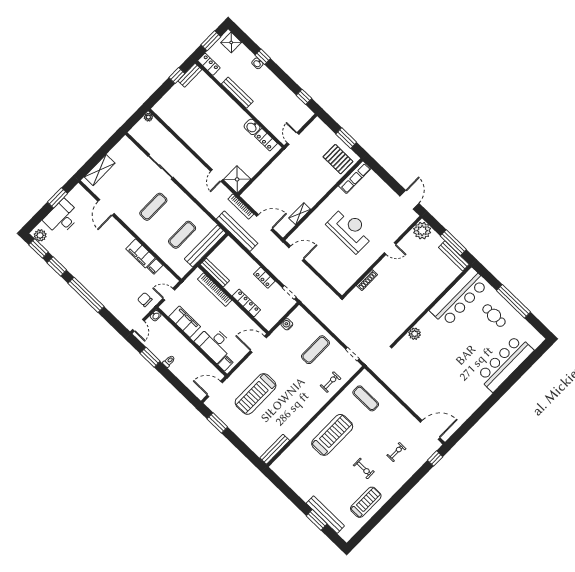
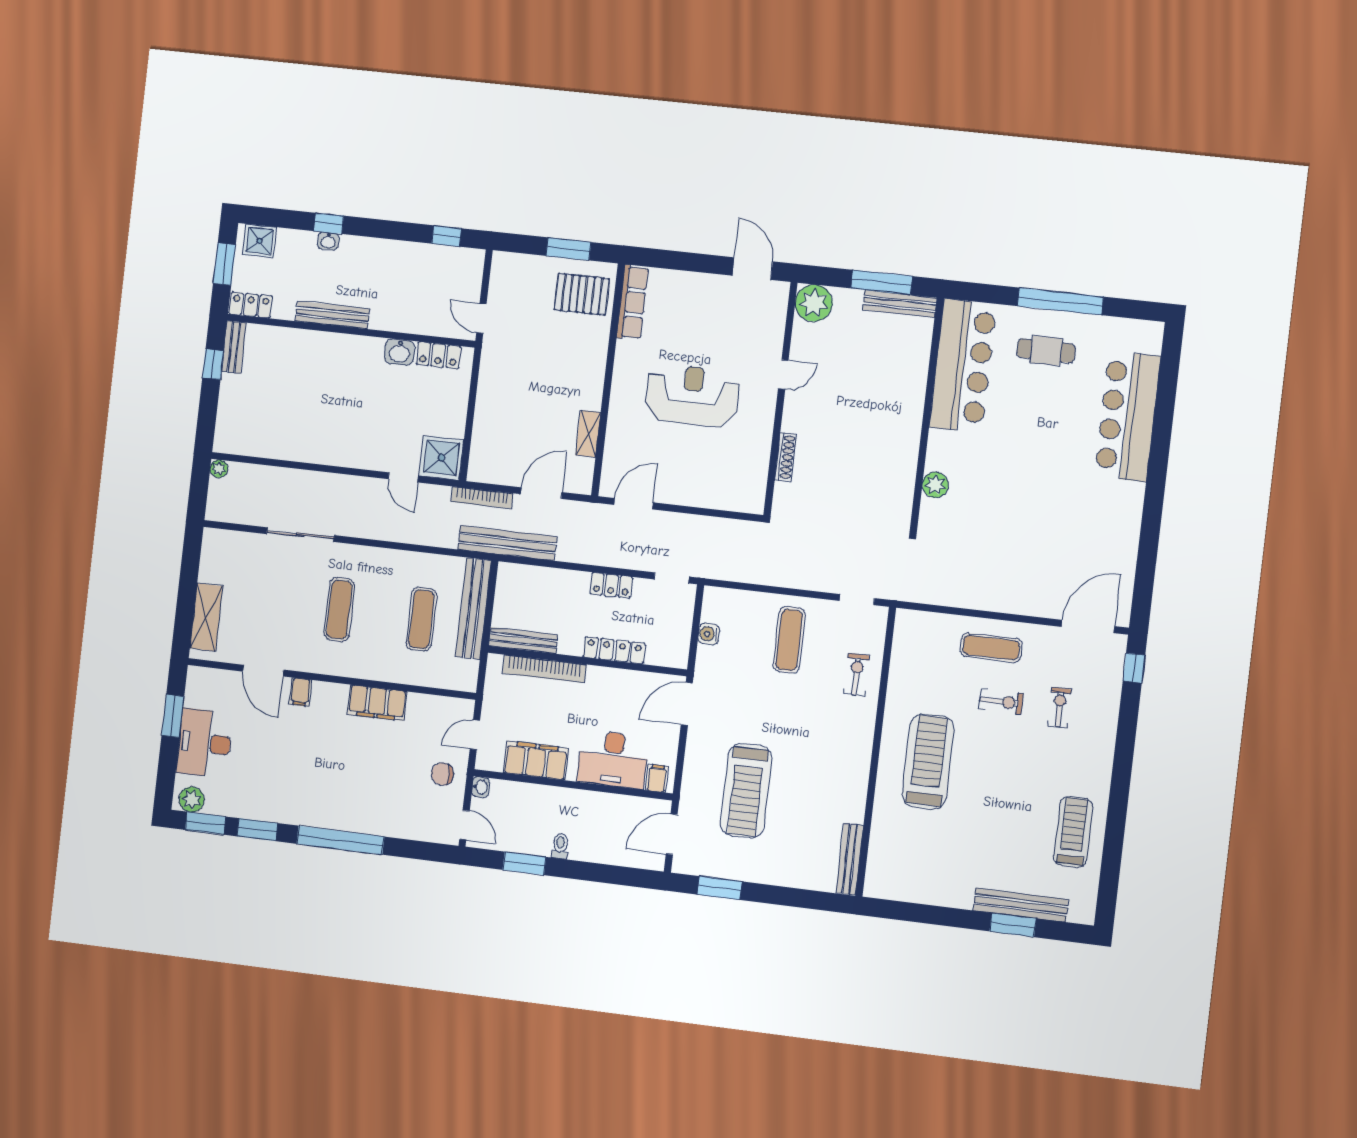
filing cabinet: (155, 266) -> (300, 692), moved
exercise mat: (366, 398) -> (991, 648), moved
exercise bike: (364, 468) -> (1001, 702), moved

